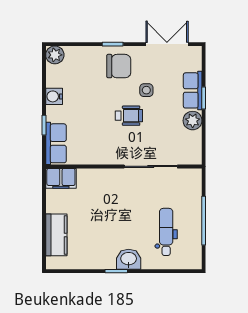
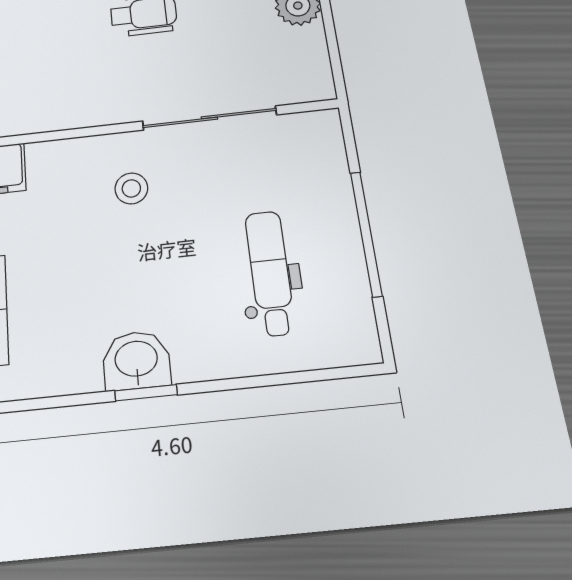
stool: (117, 193) -> (131, 188), added
washbasin: (129, 259) -> (136, 360), moved

